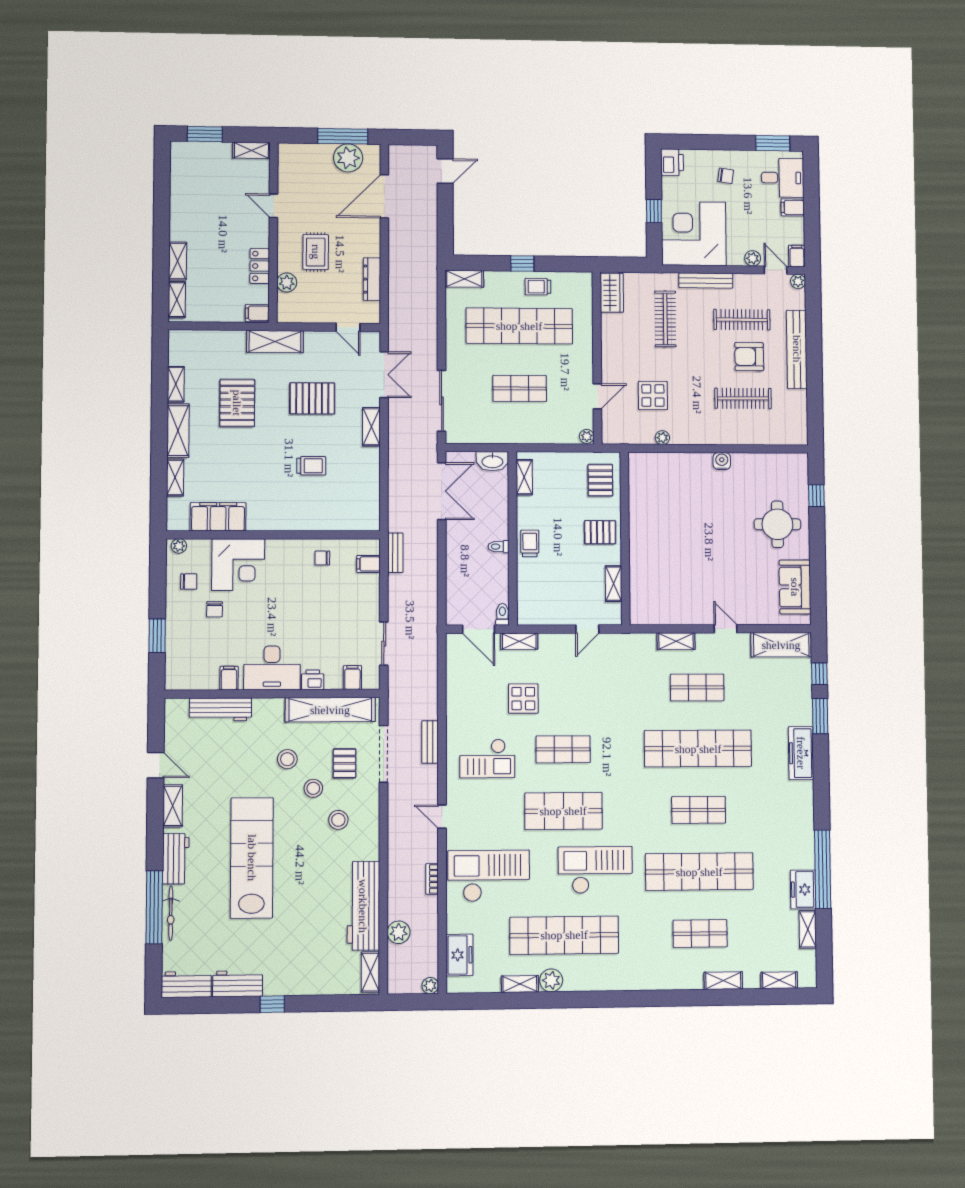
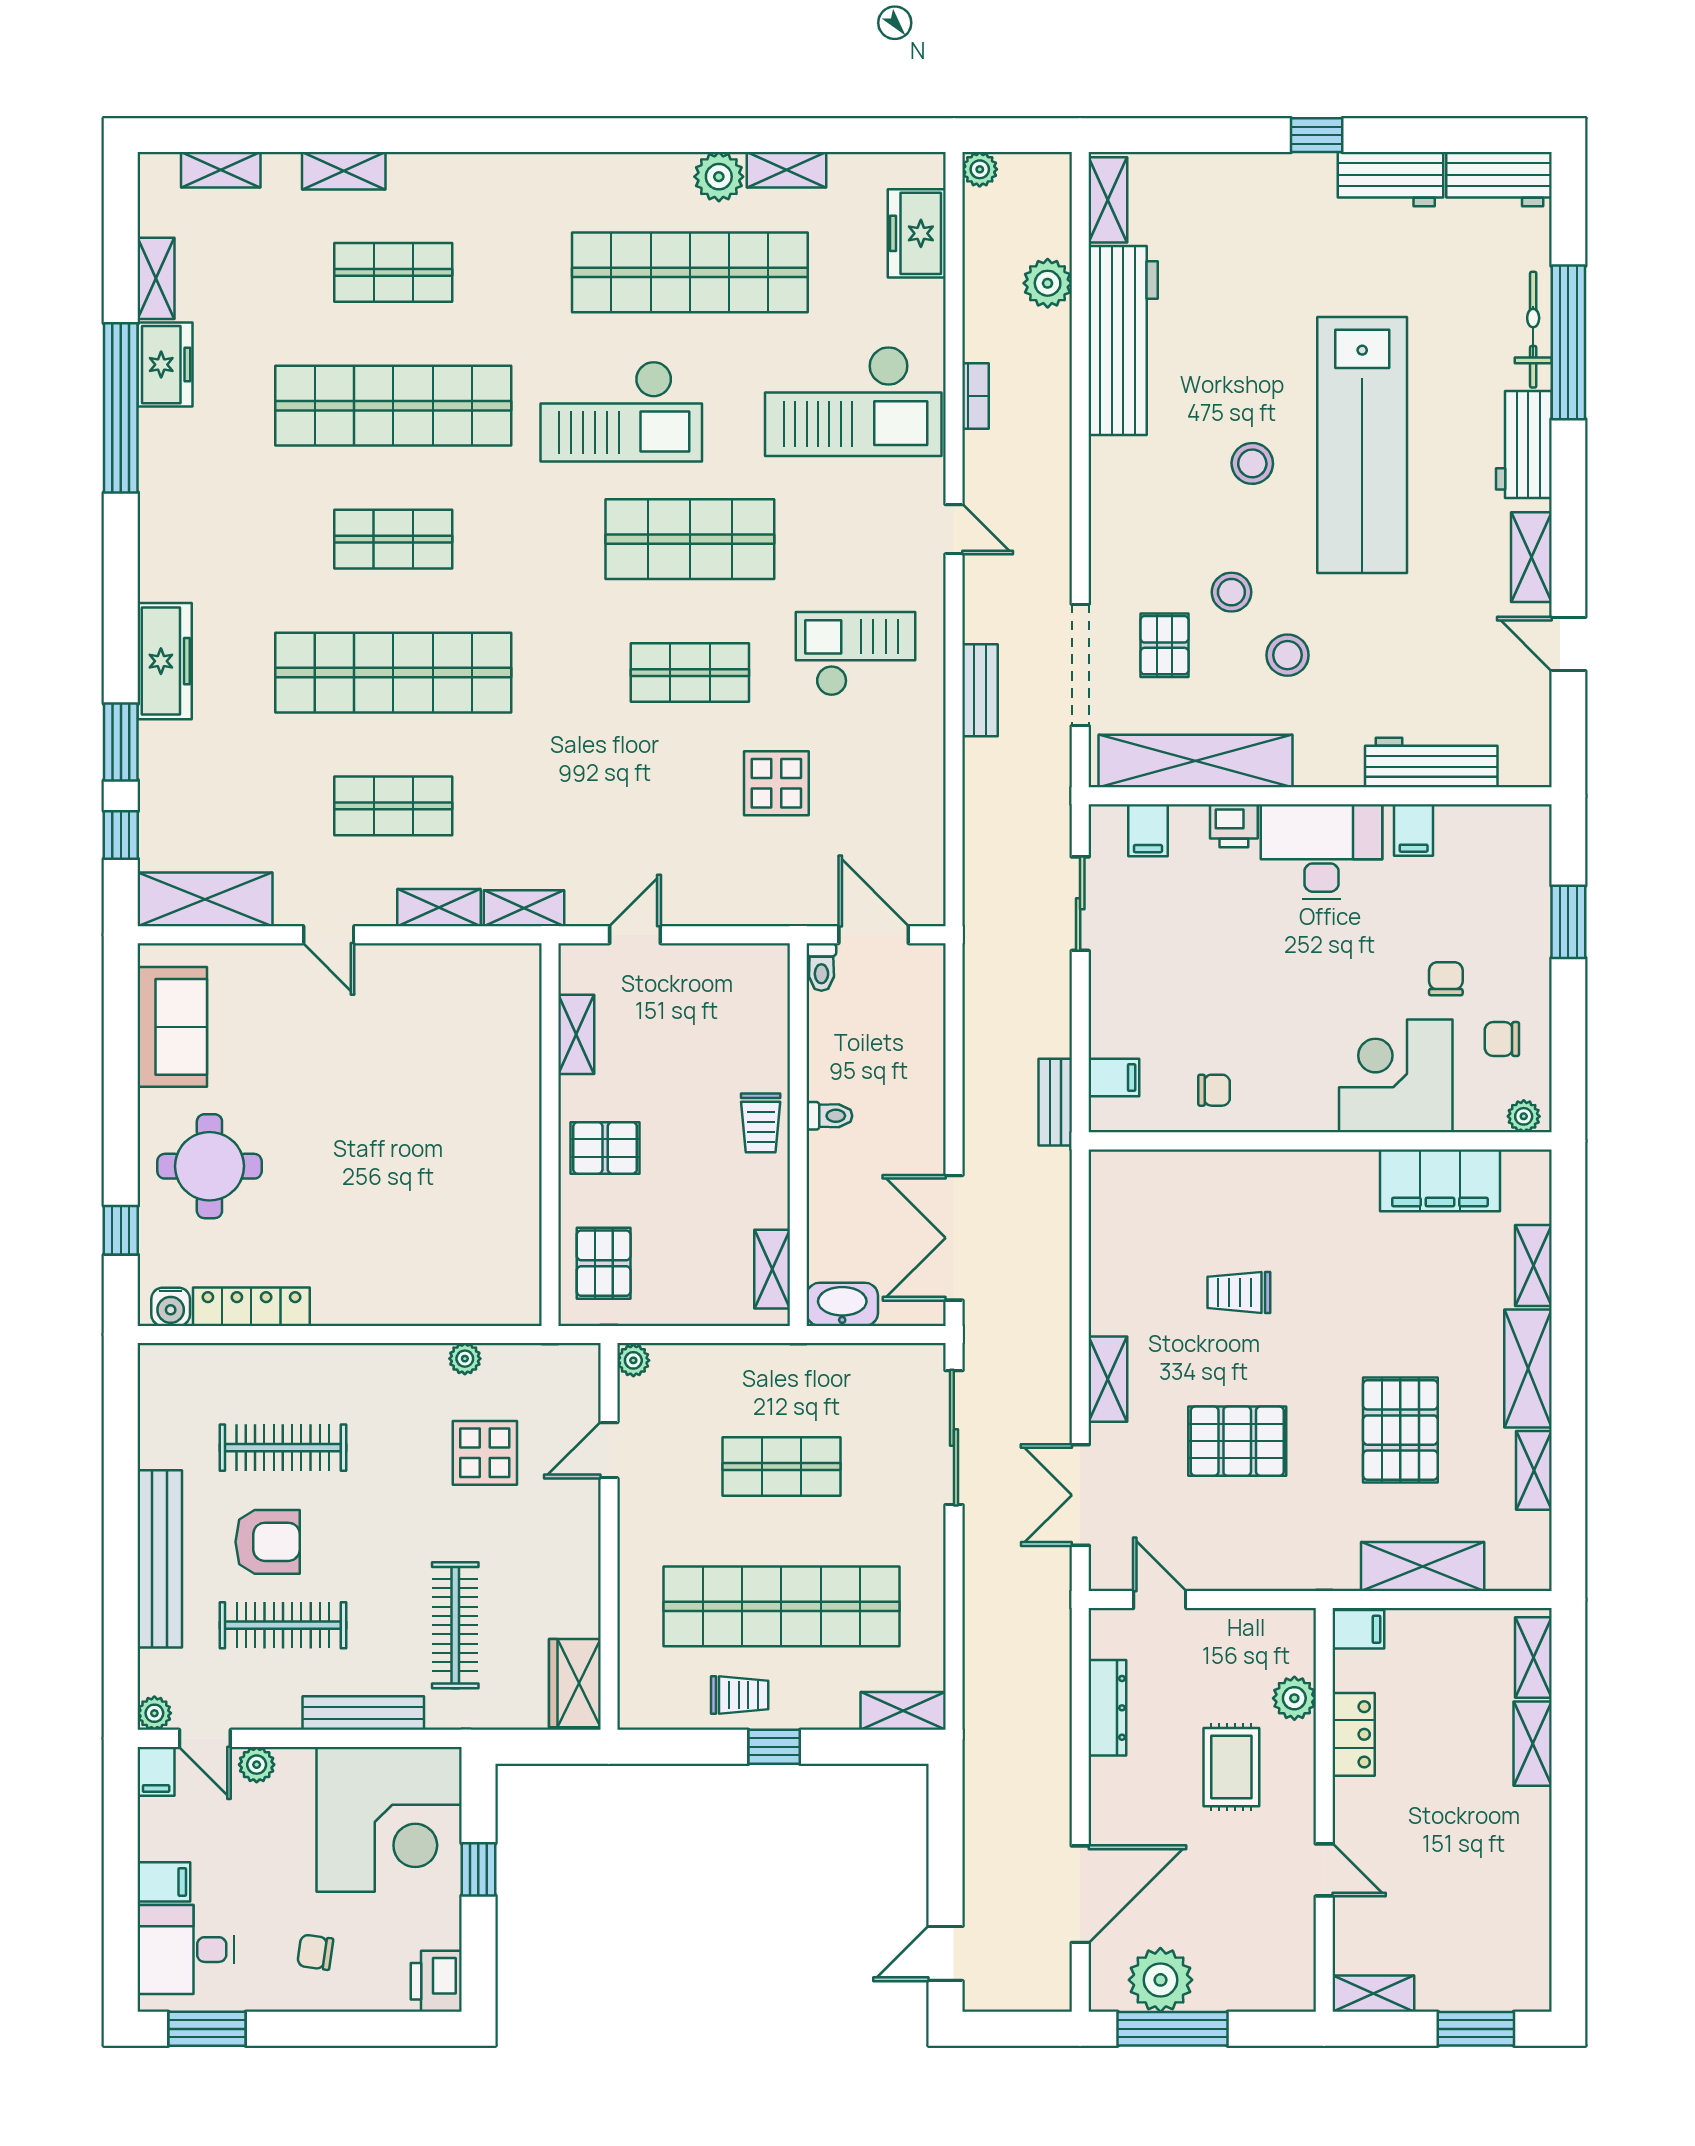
shelving: (275, 342) -> (1423, 1567), moved
water cooler: (722, 461) -> (171, 1307), moved
locker: (758, 461) -> (251, 1307), added
shelving: (519, 641) -> (524, 908), moved
stool: (338, 820) -> (1252, 463), moved

